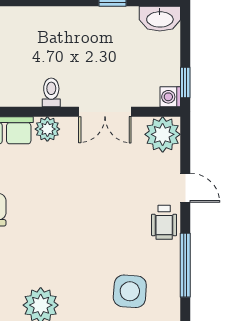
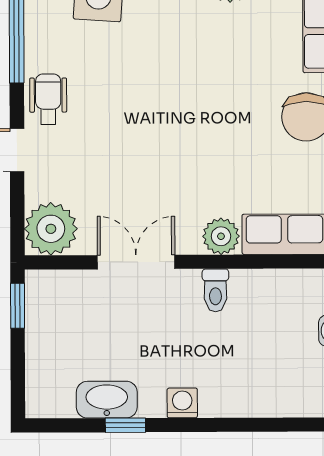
washbasin: (160, 19) -> (107, 400), moved
washing machine: (170, 97) -> (182, 403), moved, turned -90

